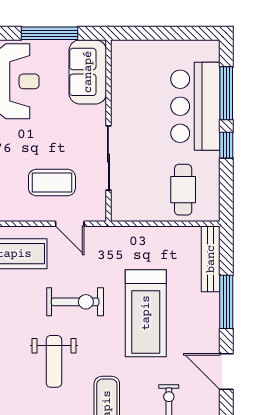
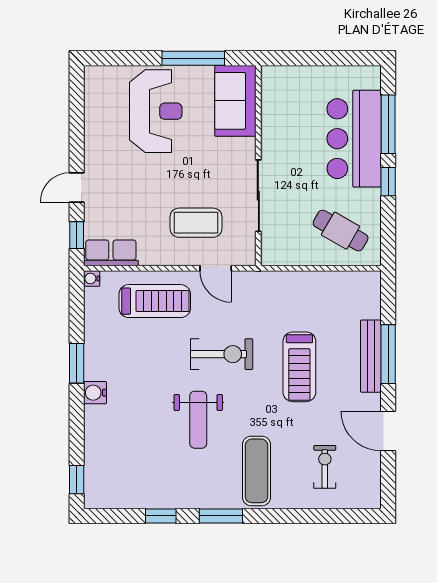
cafe table: (183, 190) -> (341, 231), turned -60
bench: (211, 259) -> (371, 356), moved
treadmill: (146, 313) -> (299, 367), width x0.73, depth x0.73

